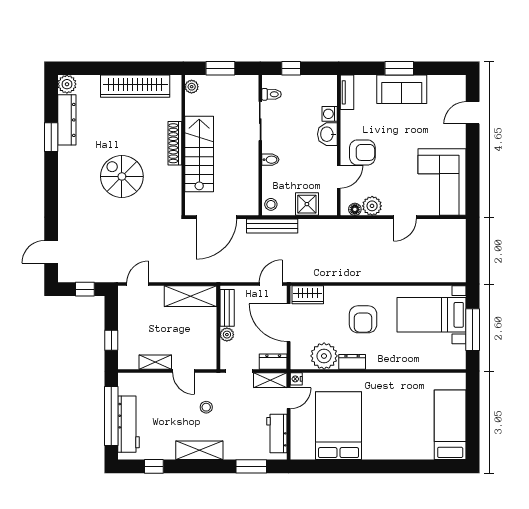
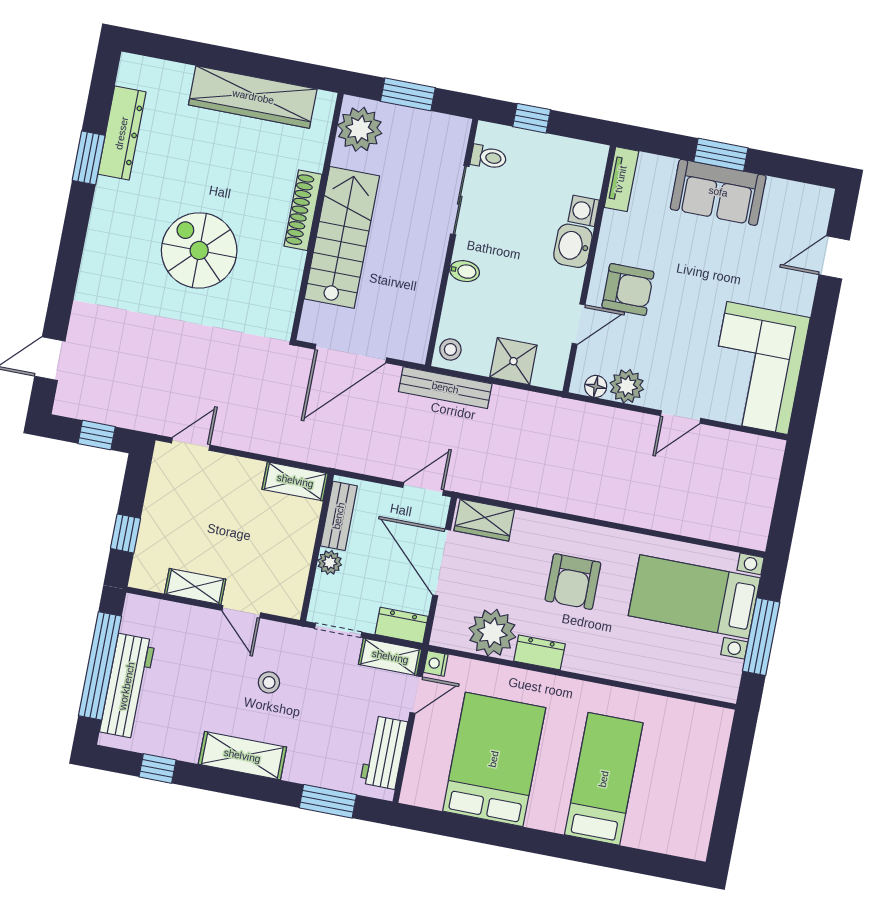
plant: (67, 84) -> (134, 71), removed
plant: (192, 87) -> (360, 129), width x1.87, depth x1.87
shelving: (191, 296) -> (295, 481), width x0.67, depth x0.75
bed: (450, 425) -> (604, 779), moved

